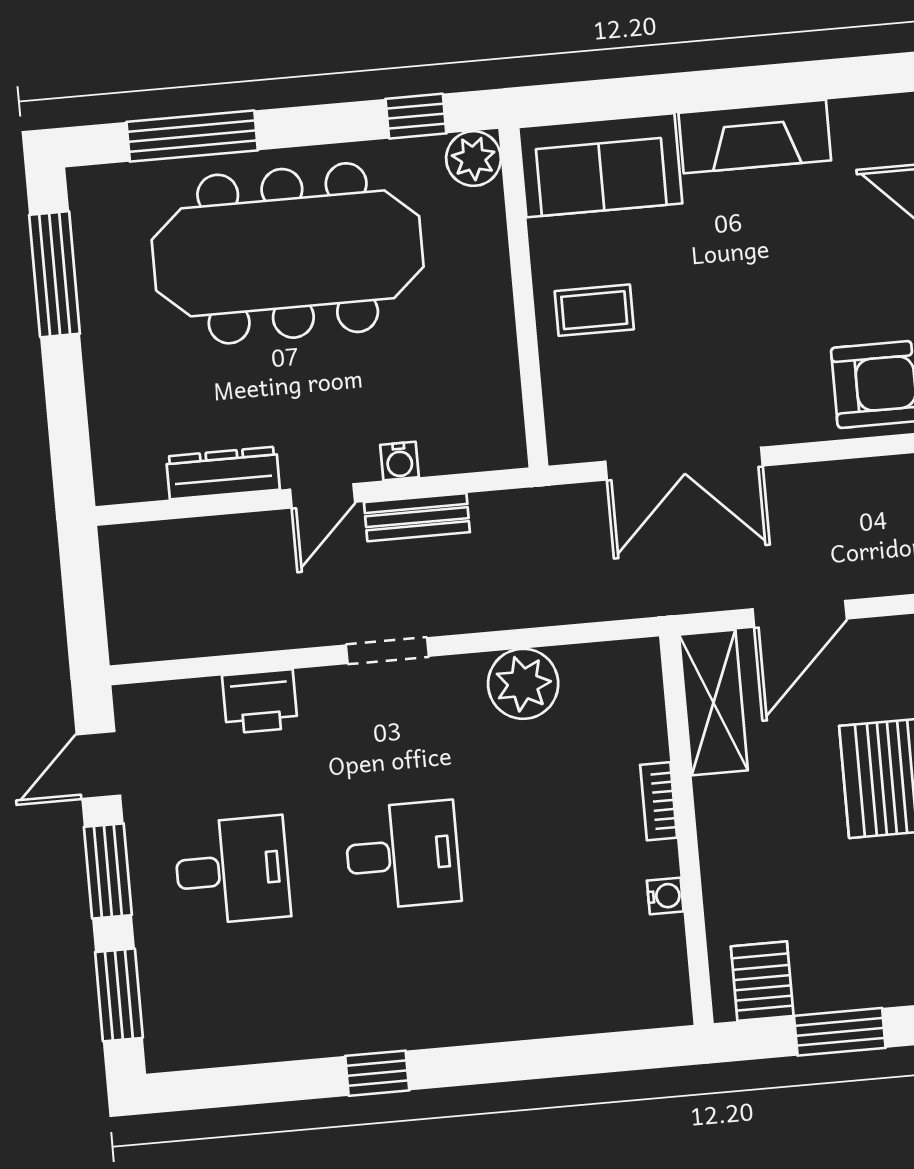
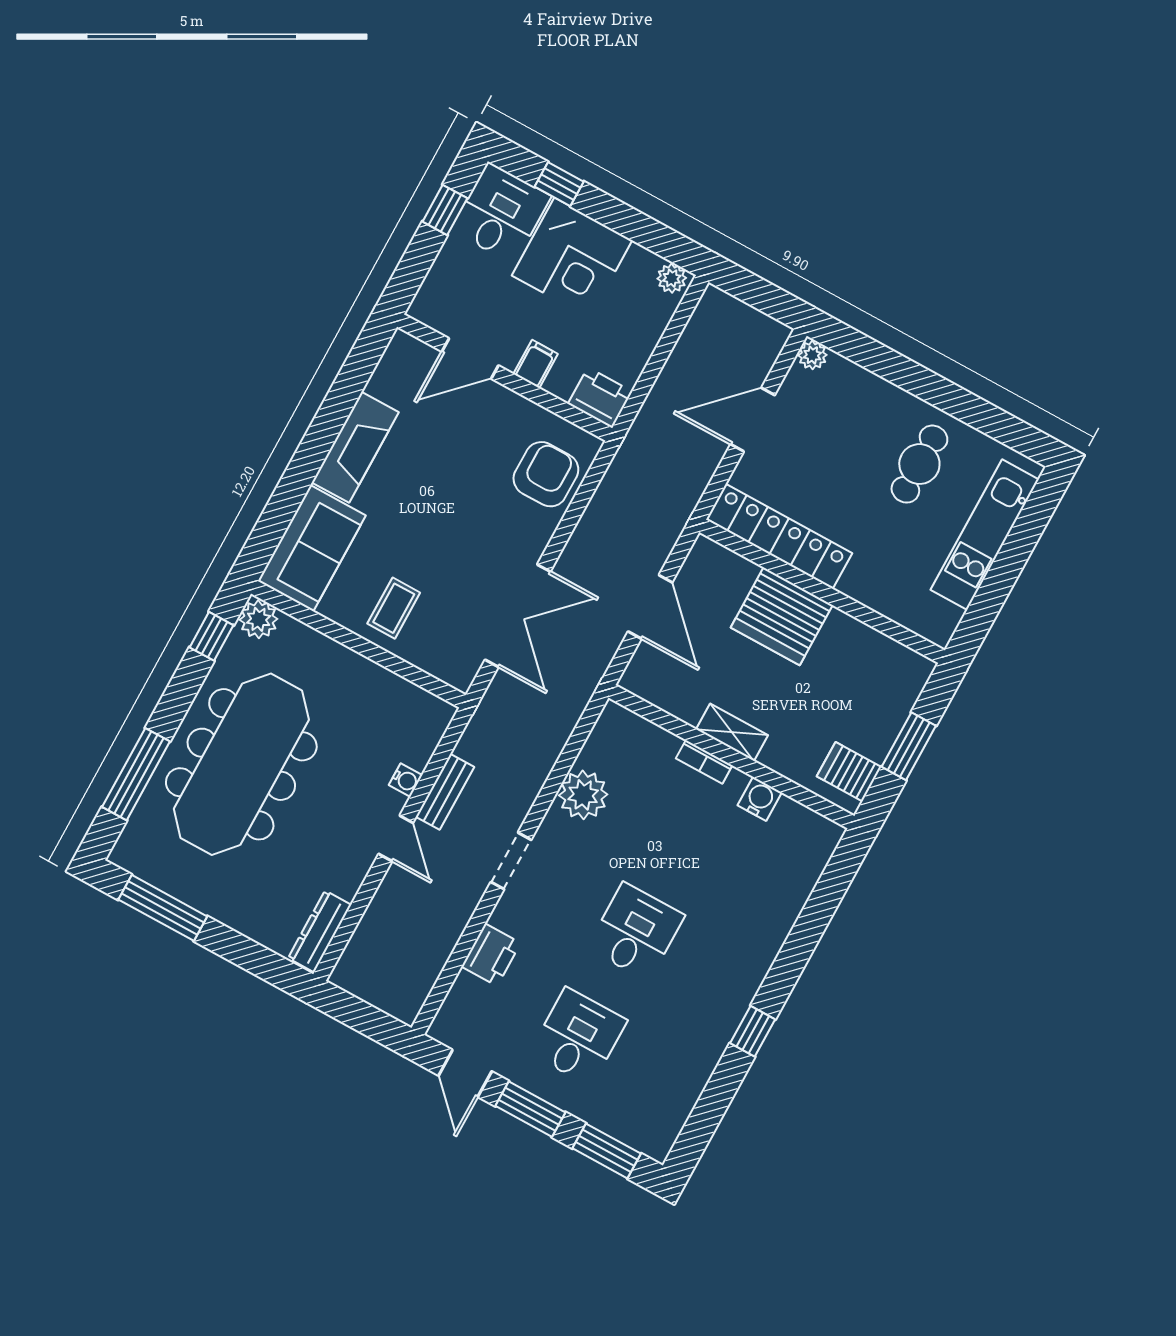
dresser: (223, 473) -> (320, 931), moved
shelving: (713, 703) -> (732, 732), moved, width x0.67, depth x0.75
water cooler: (665, 896) -> (760, 799), width x1.38, depth x1.38

